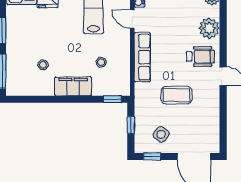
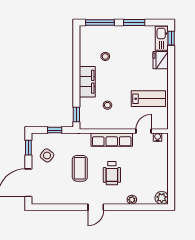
plant: (209, 28) -> (132, 200), width x0.53, depth x0.53
wheelchair: (200, 56) -> (112, 173), moved

